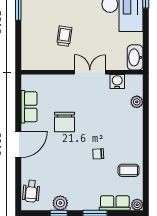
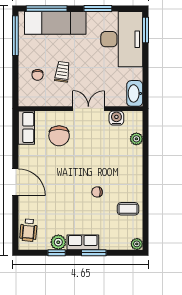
chair: (40, 39) -> (38, 75), added
row of seats: (29, 107) -> (26, 128), moved
chair: (64, 122) -> (59, 136), moved
door: (18, 144) -> (15, 182), hinge flipped
row of seats: (115, 203) -> (83, 242), moved

